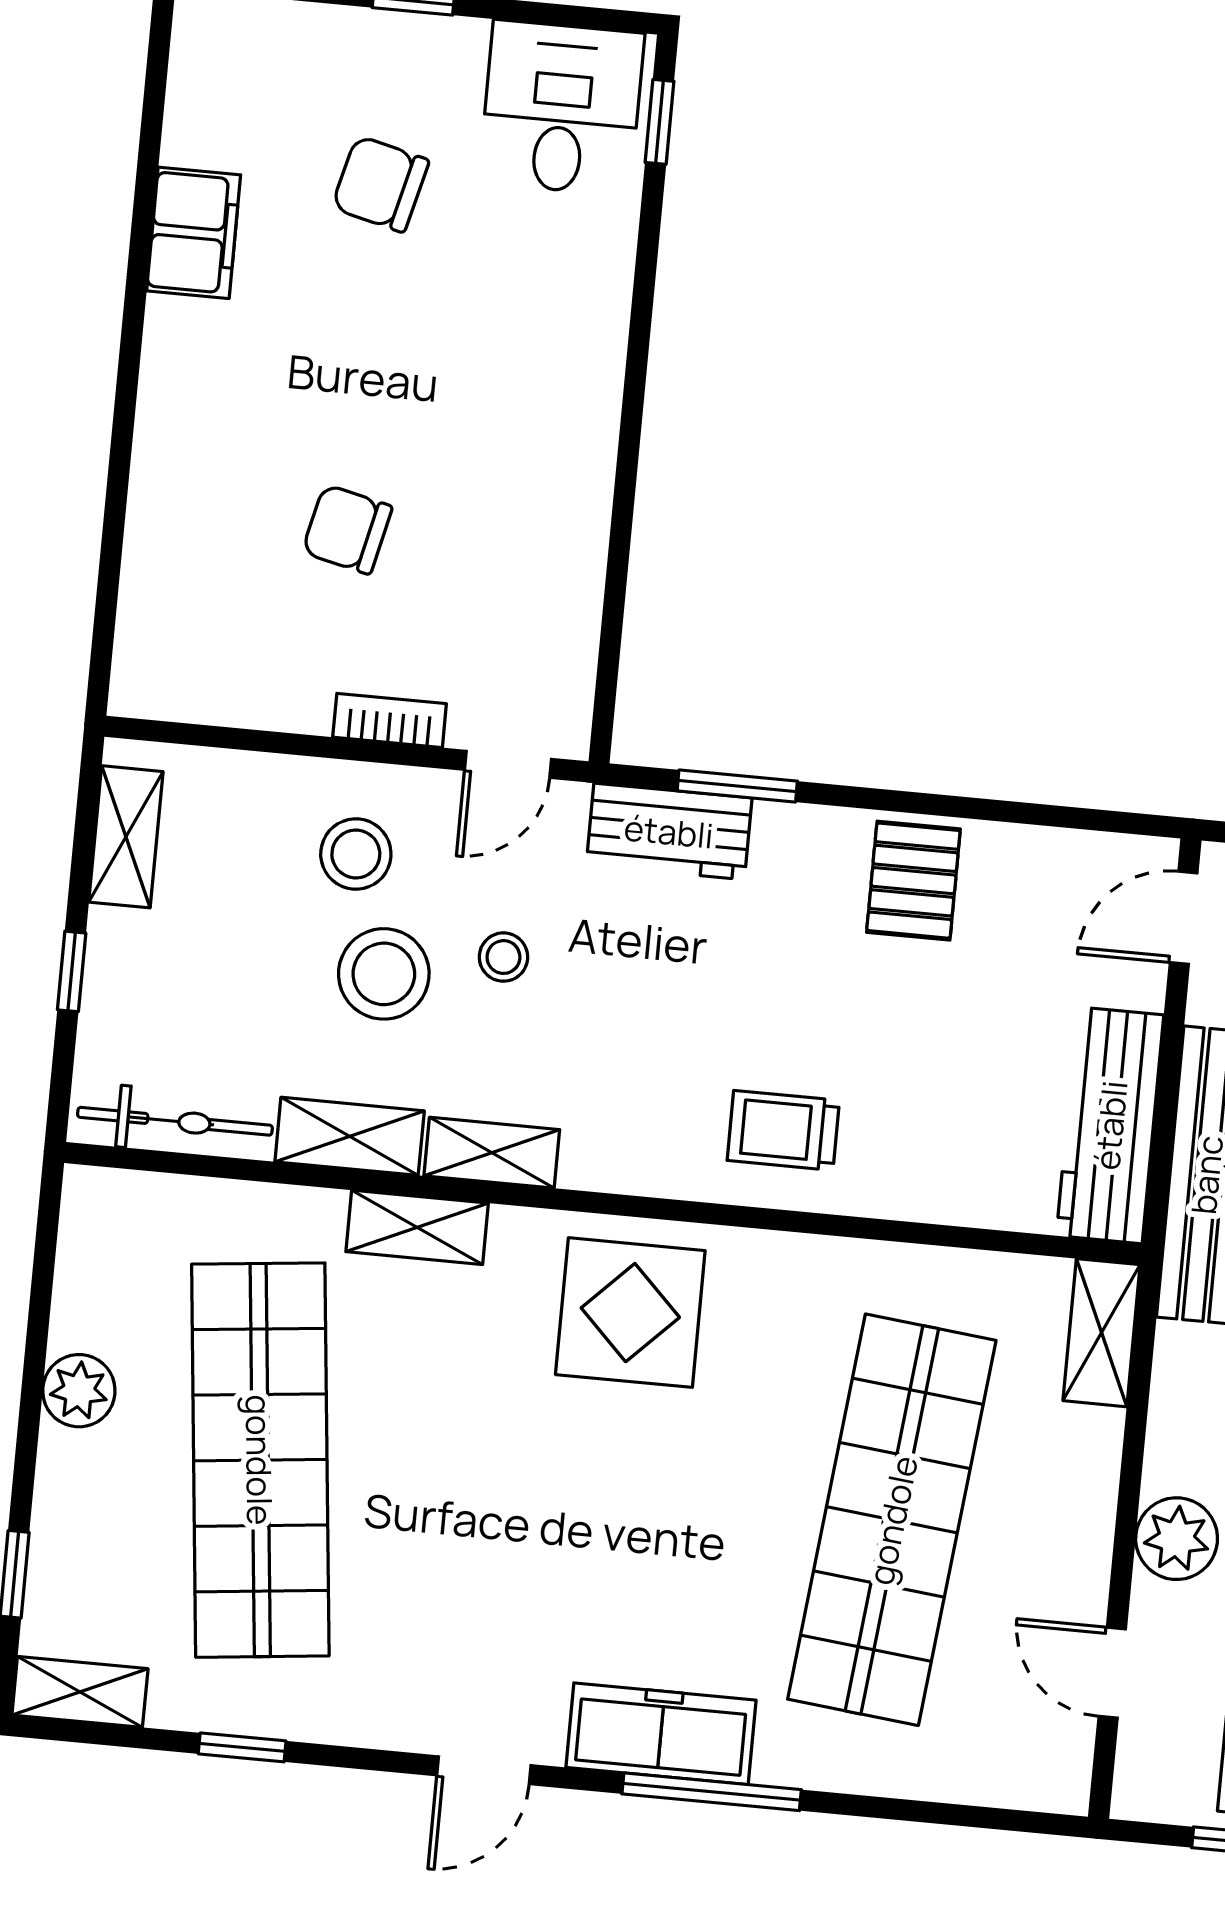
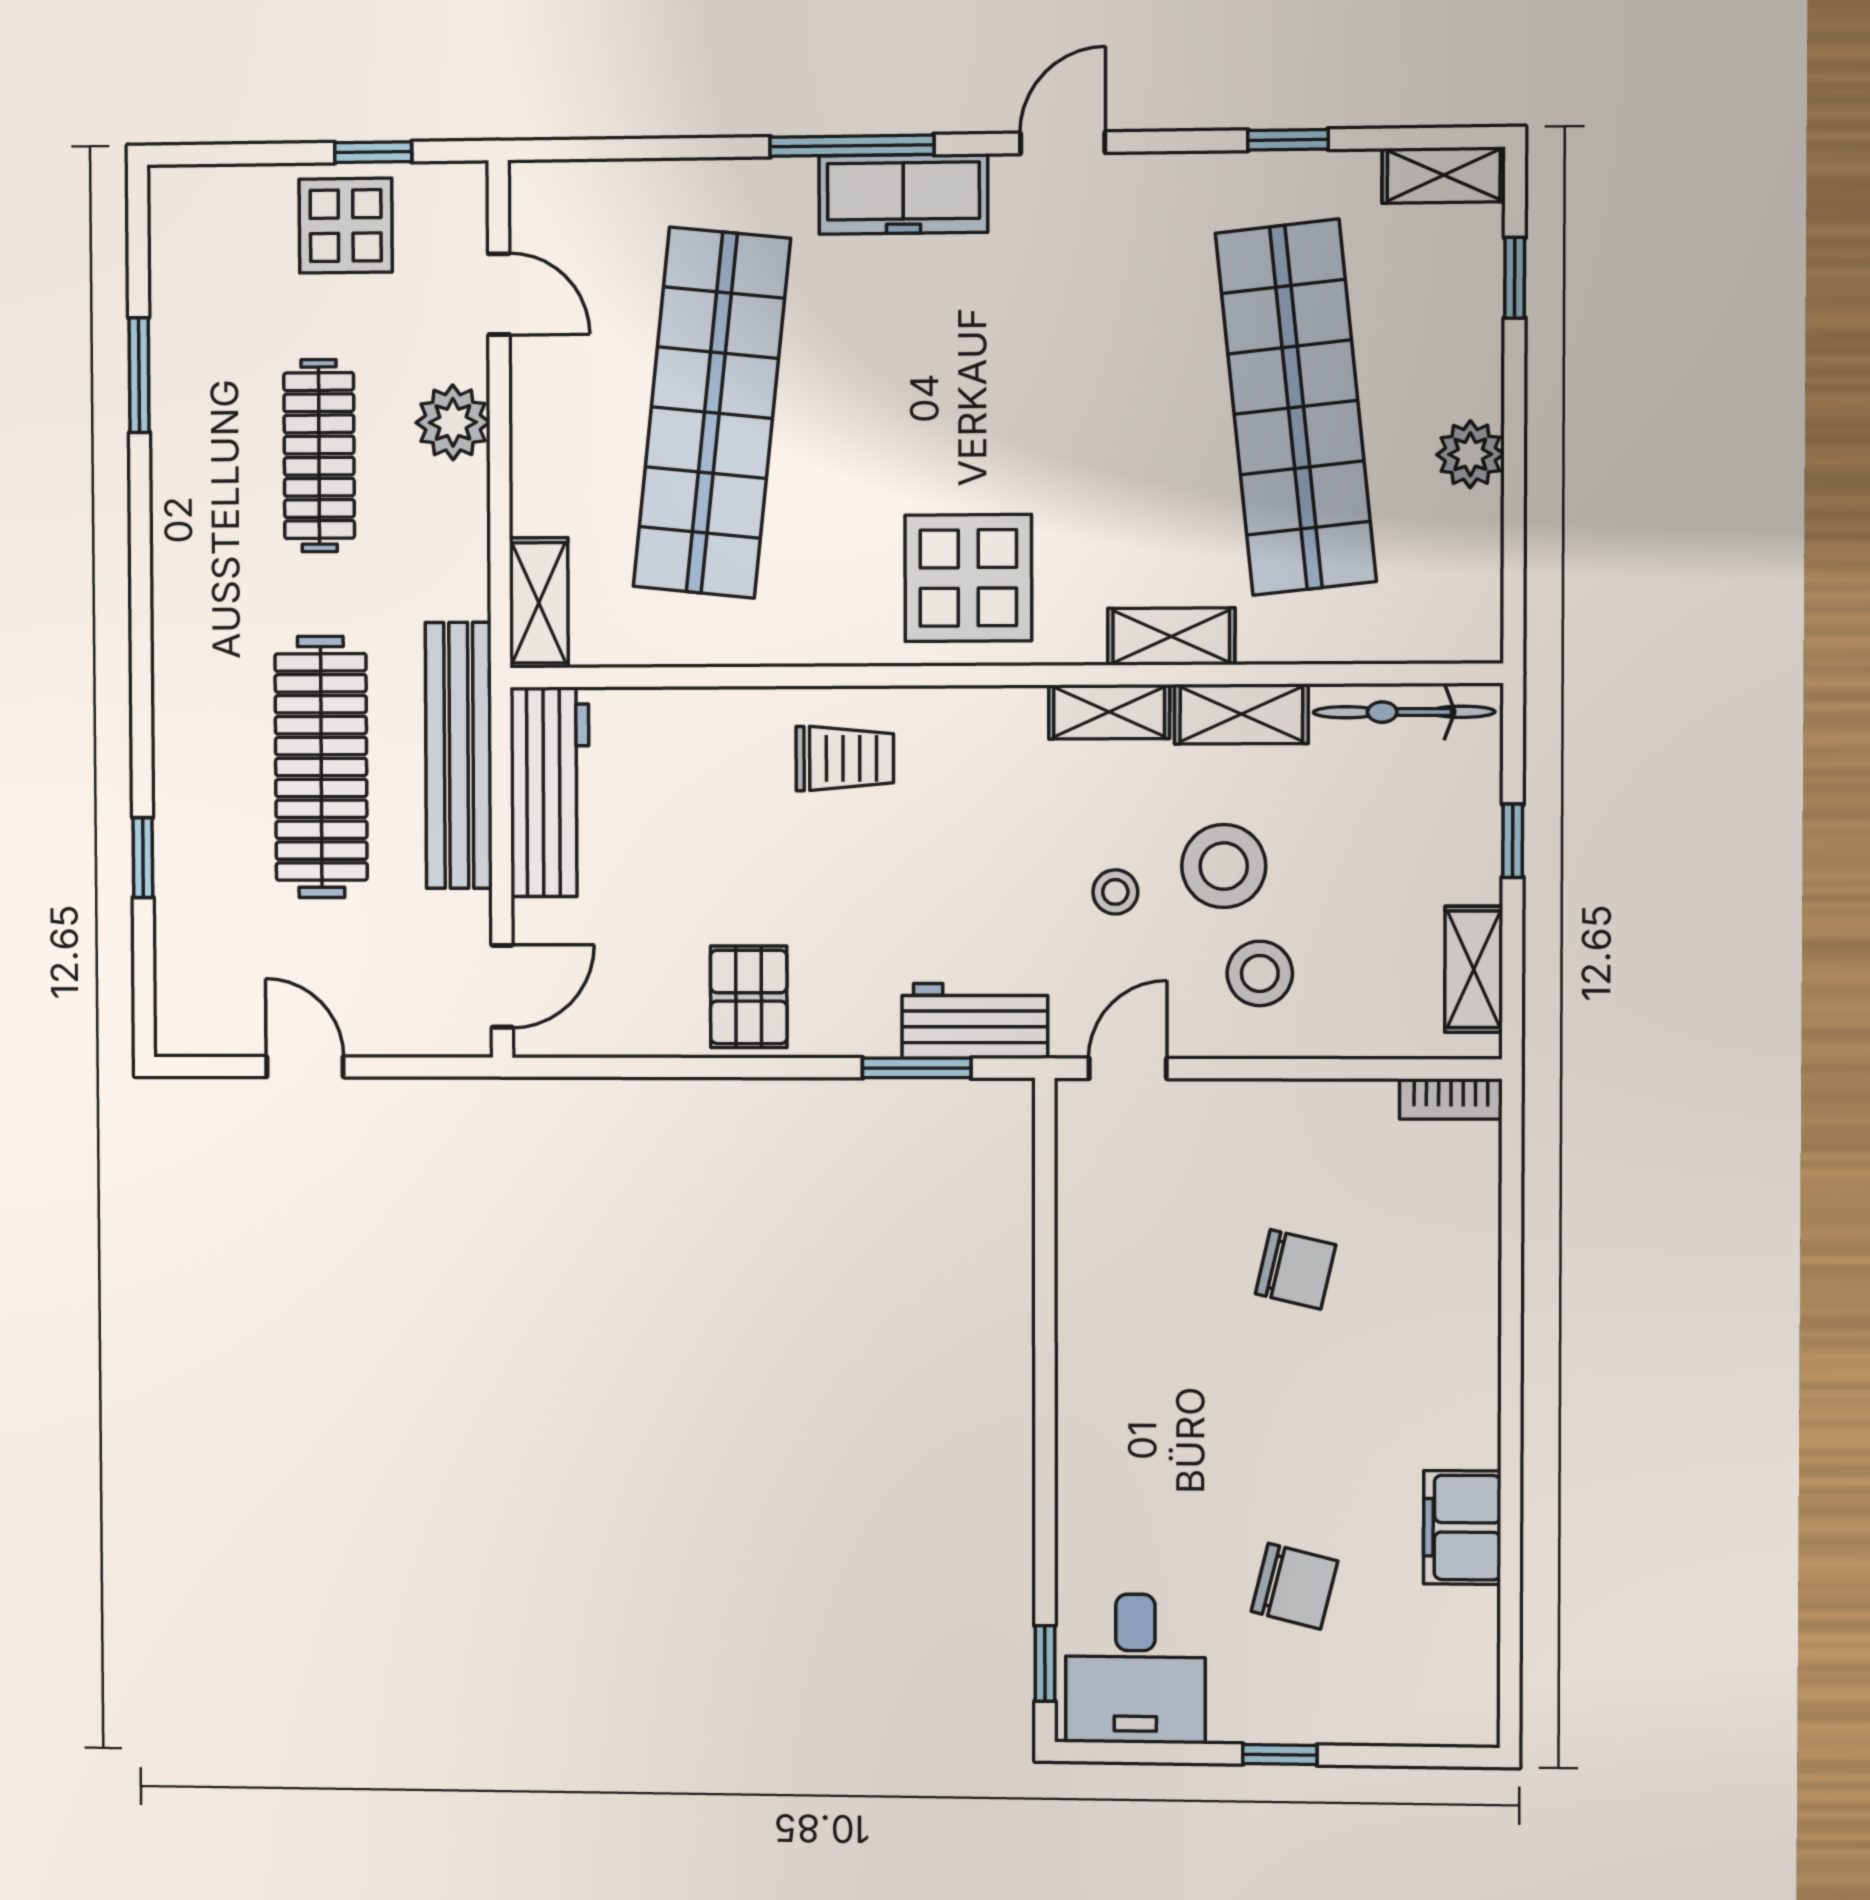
bookcase: (390, 720) -> (1451, 1099), moved

